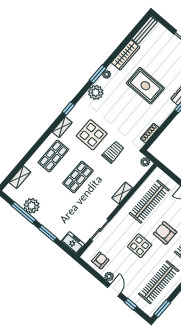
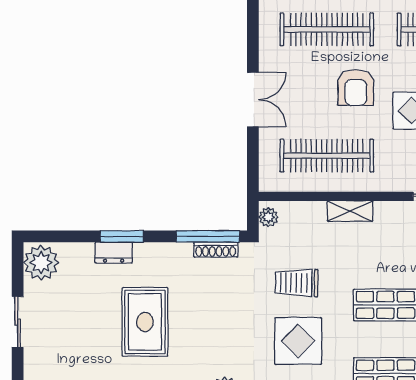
window: (157, 134) -> (208, 236), added

